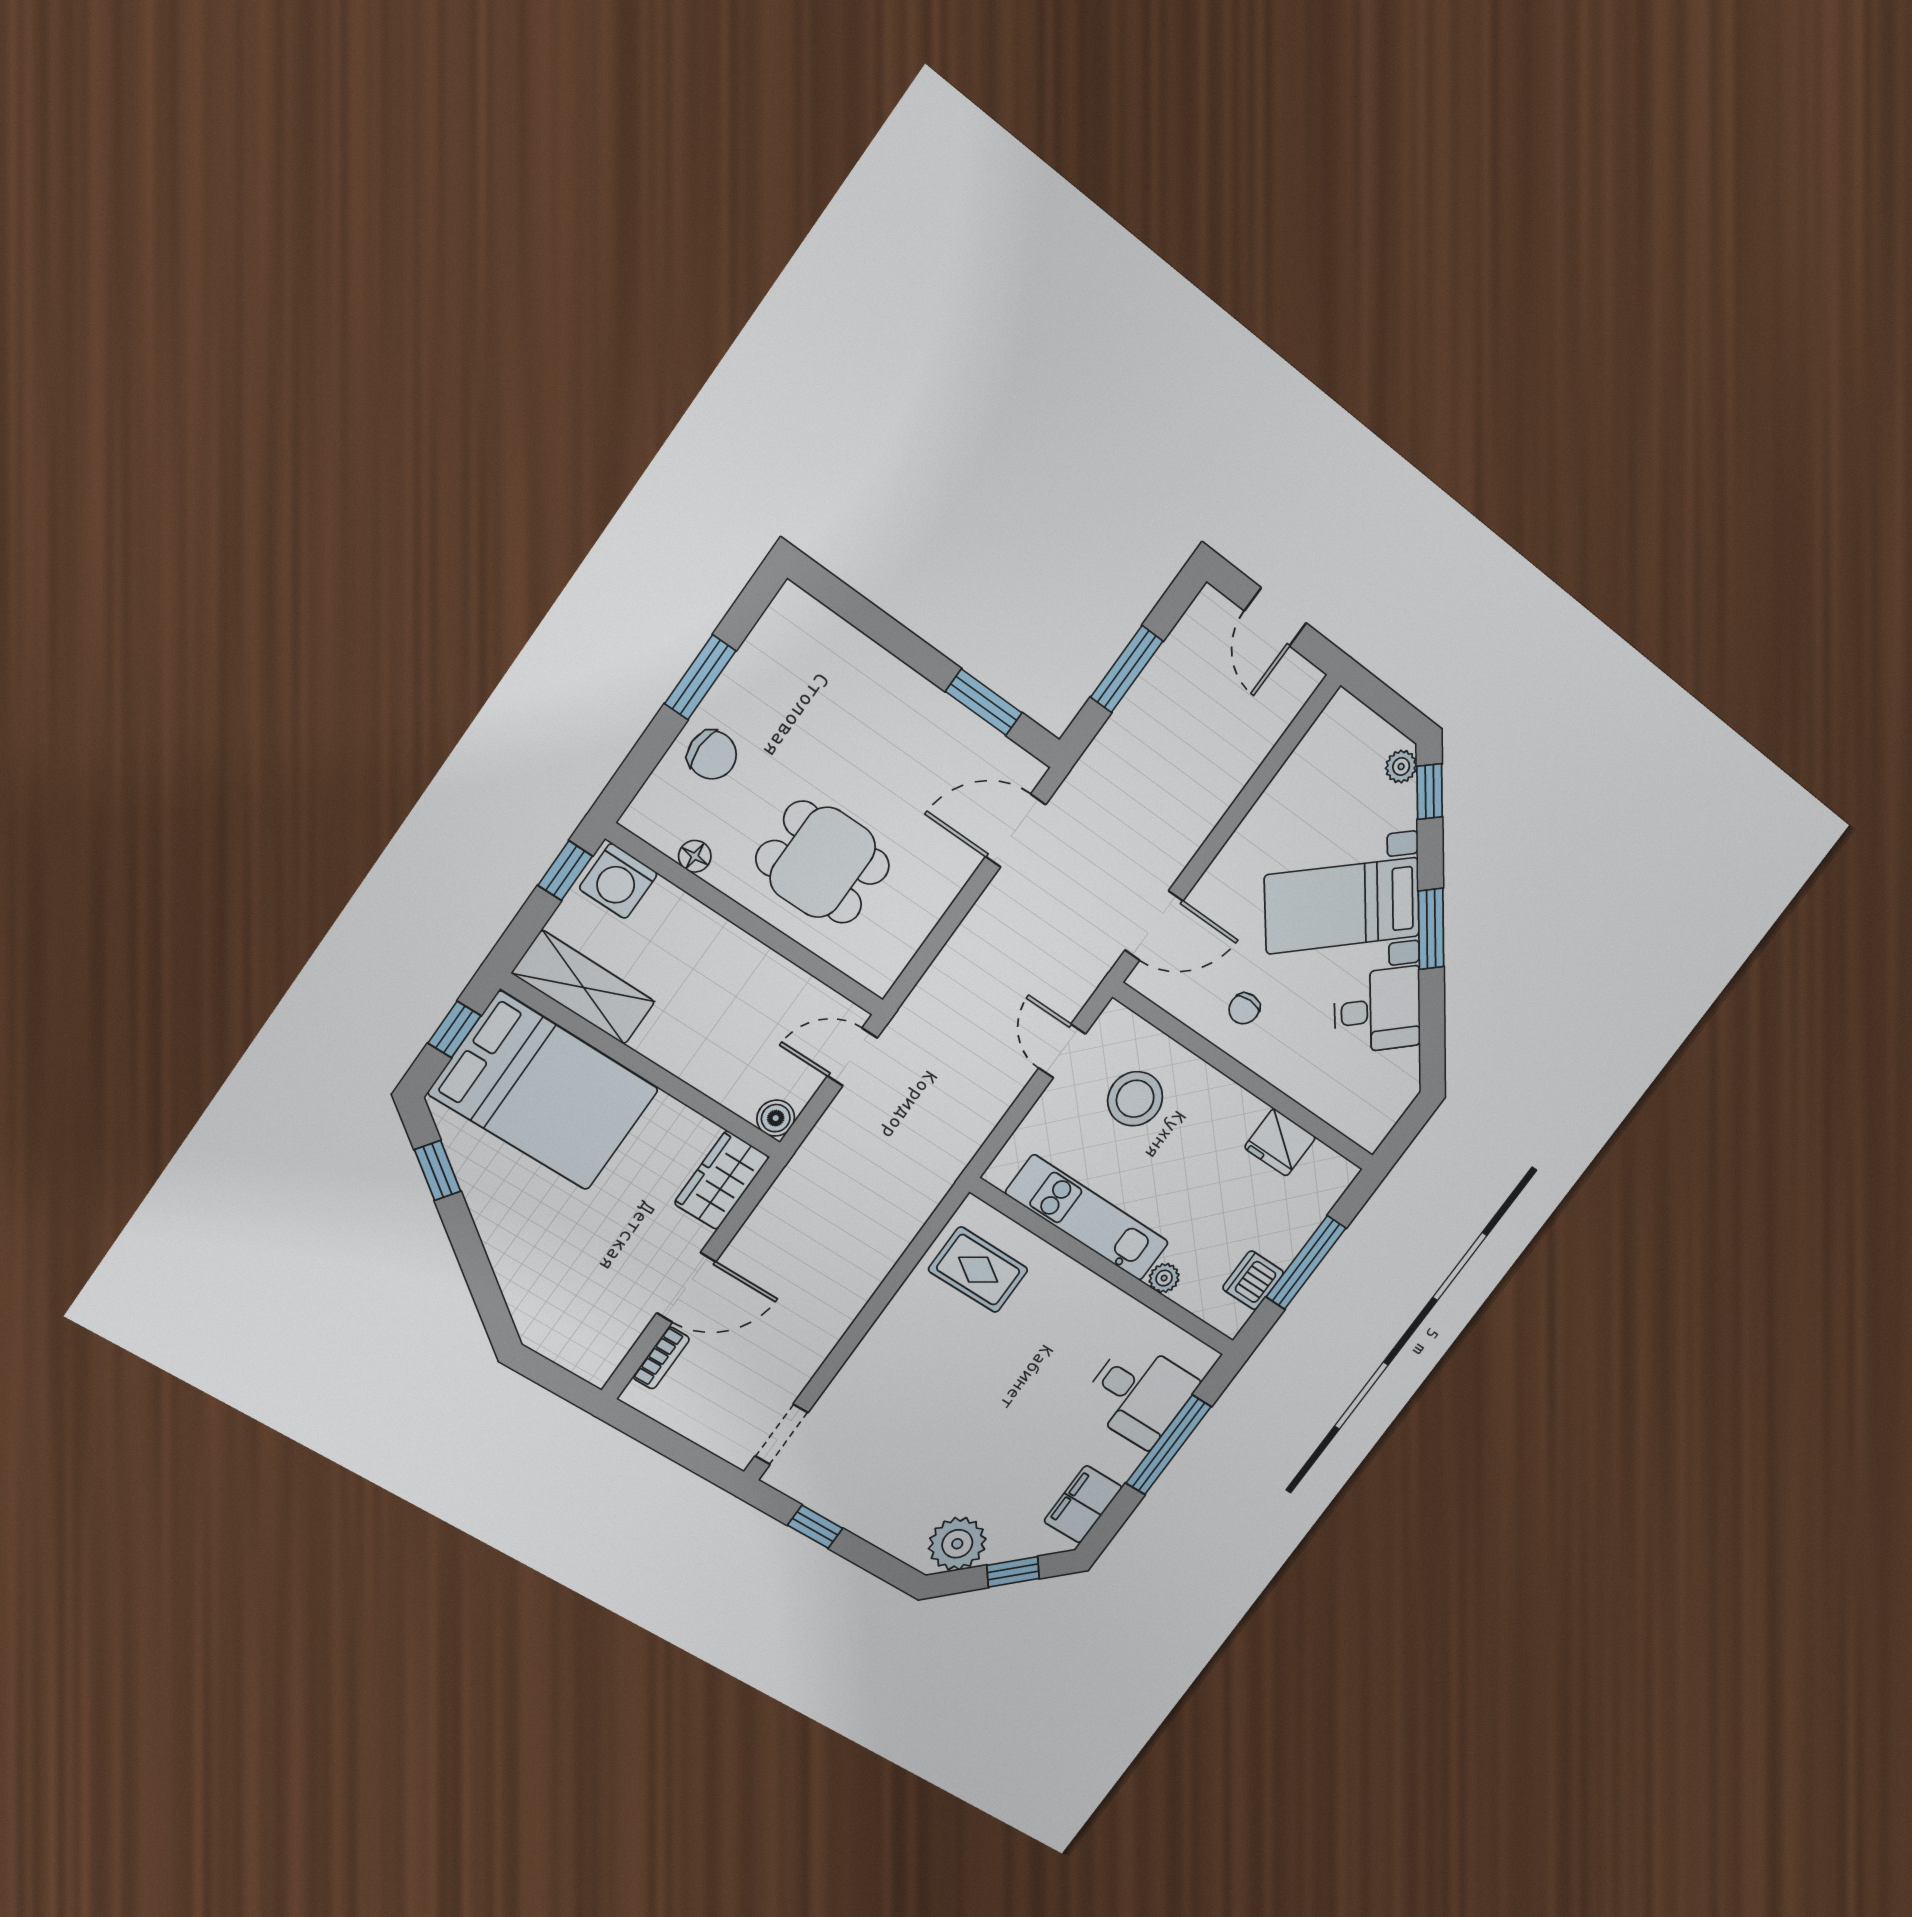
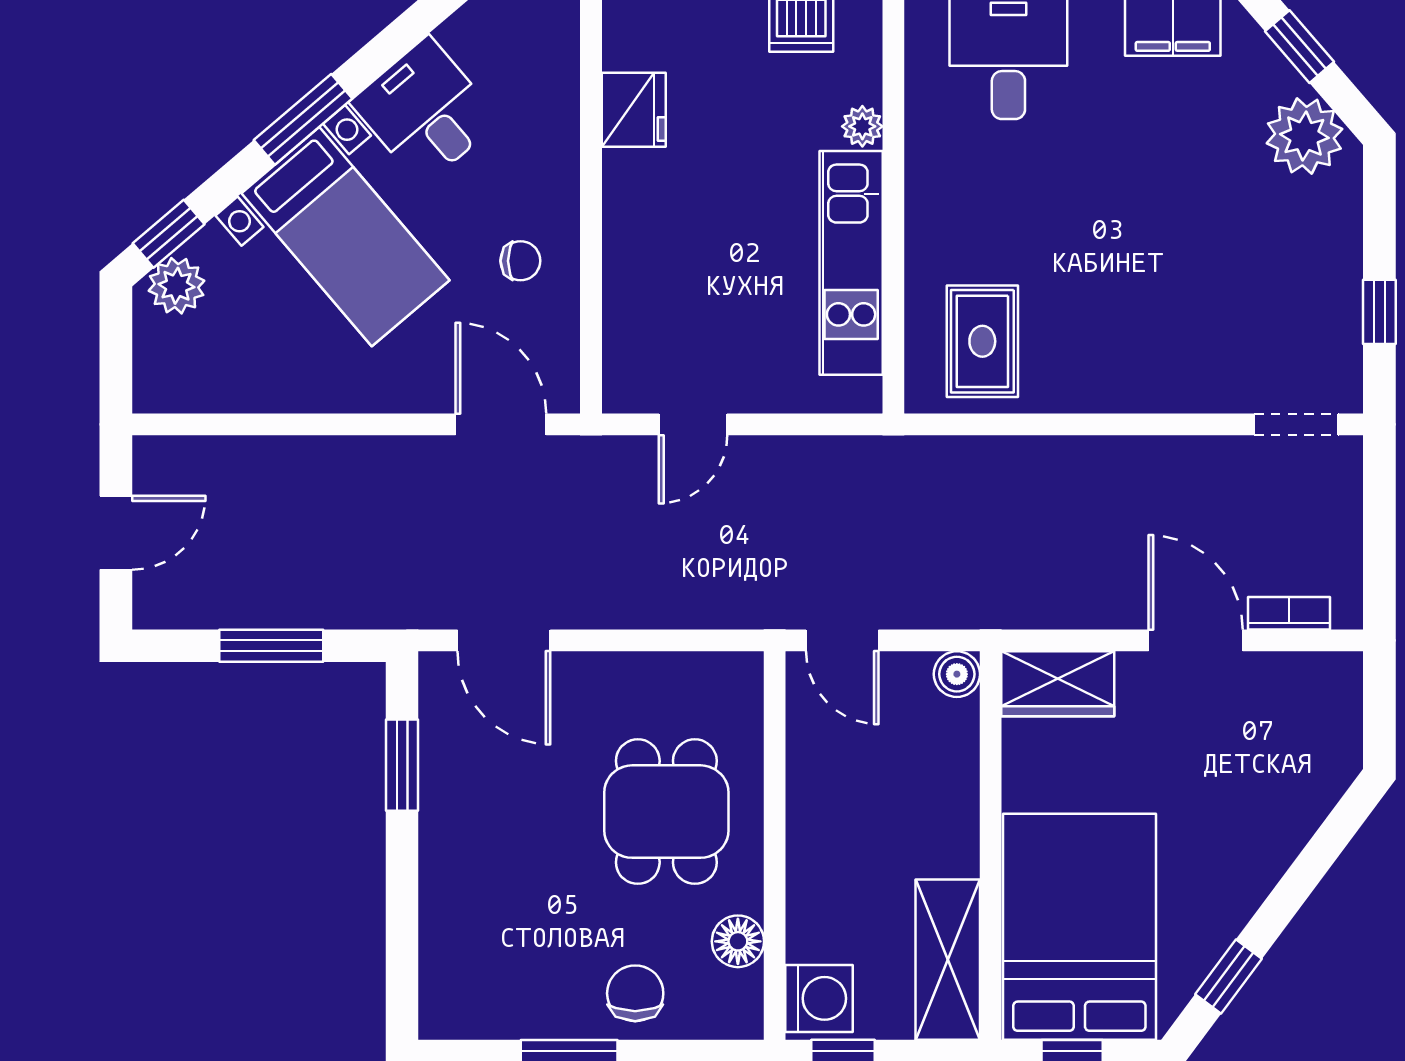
plant: (1401, 767) -> (177, 286), width x1.38, depth x1.38
floor lamp: (695, 856) -> (738, 941), width x1.37, depth x1.37
stool: (1135, 1099) -> (691, 307), removed

